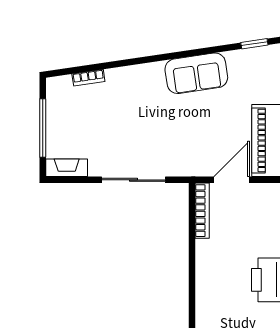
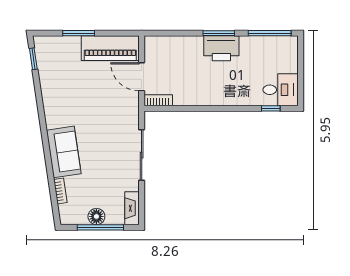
sofa: (196, 73) -> (64, 152), moved
floor lamp: (56, 123) -> (96, 216), added
bookcase: (202, 211) -> (158, 100), width x0.64

